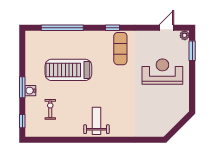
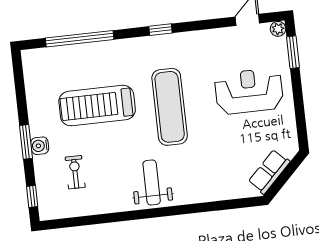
exercise mat: (120, 49) -> (170, 107), moved, width x1.36, depth x1.45
row of seats: (169, 122) -> (269, 172), added

